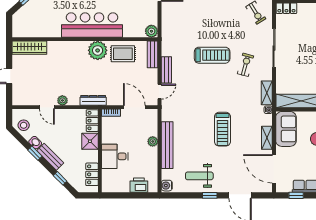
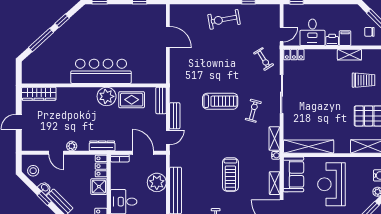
plant: (151, 31) -> (160, 77), removed
plant: (153, 141) -> (157, 182), width x1.87, depth x1.87

